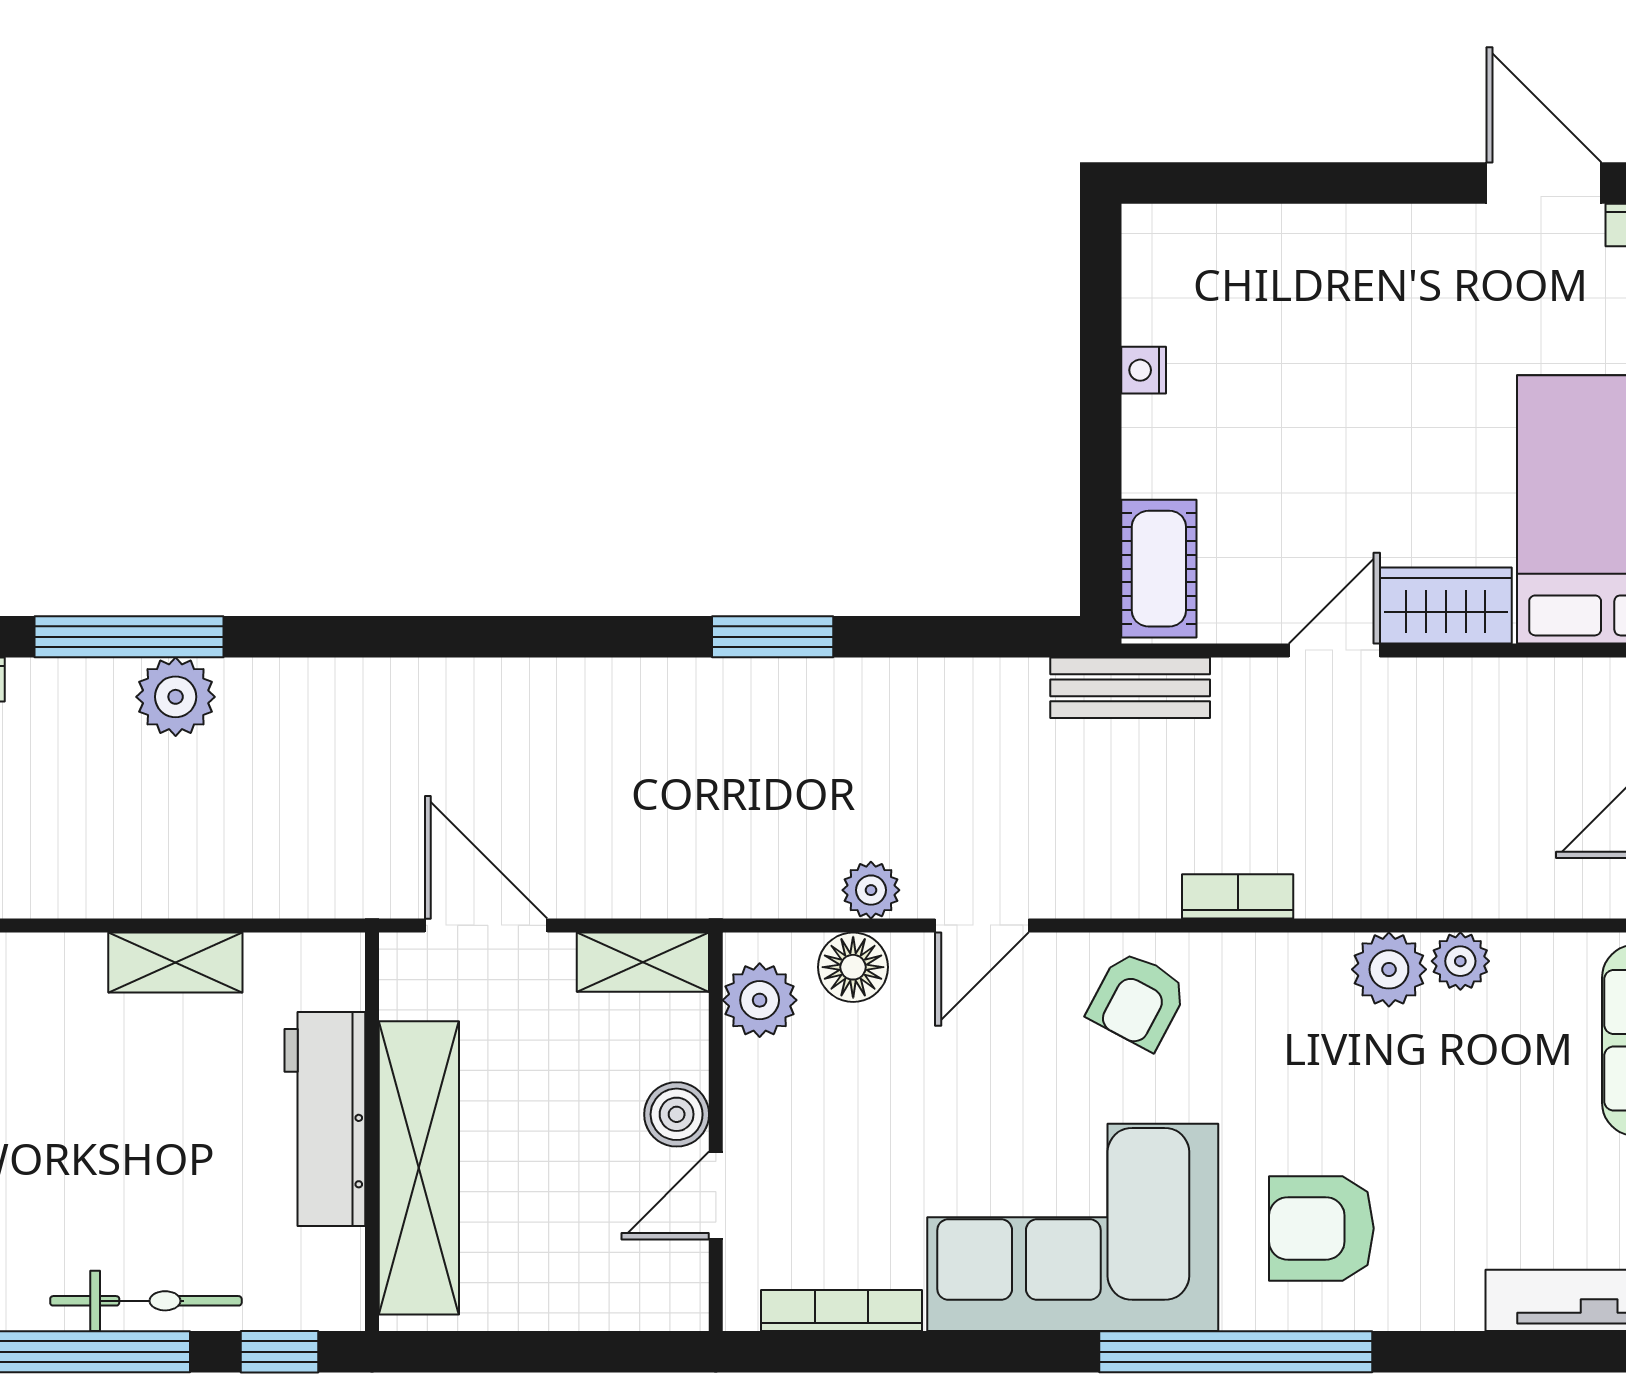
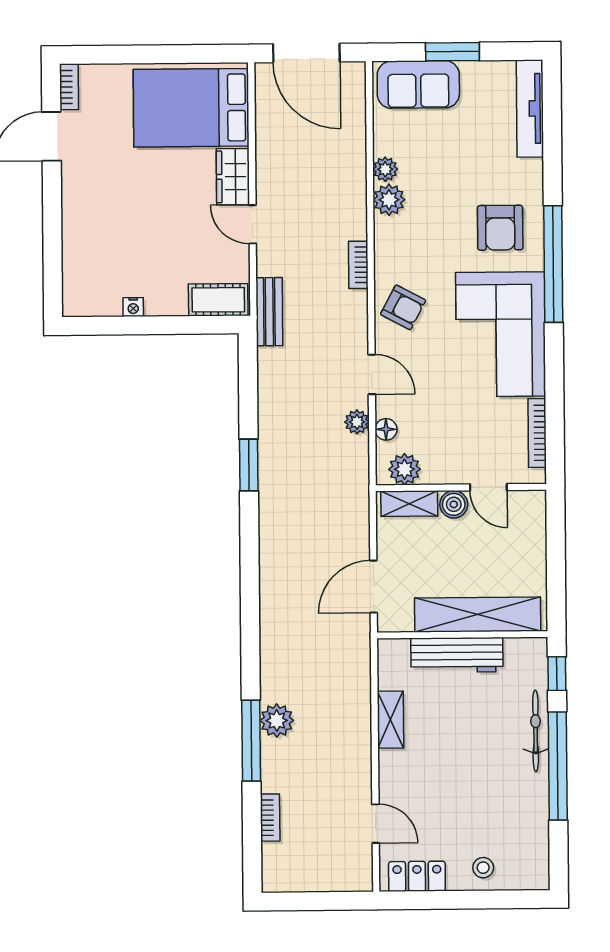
shelving: (643, 962) -> (409, 504), moved, turned 90
floor lamp: (853, 967) -> (386, 429), width x0.73, depth x0.73

